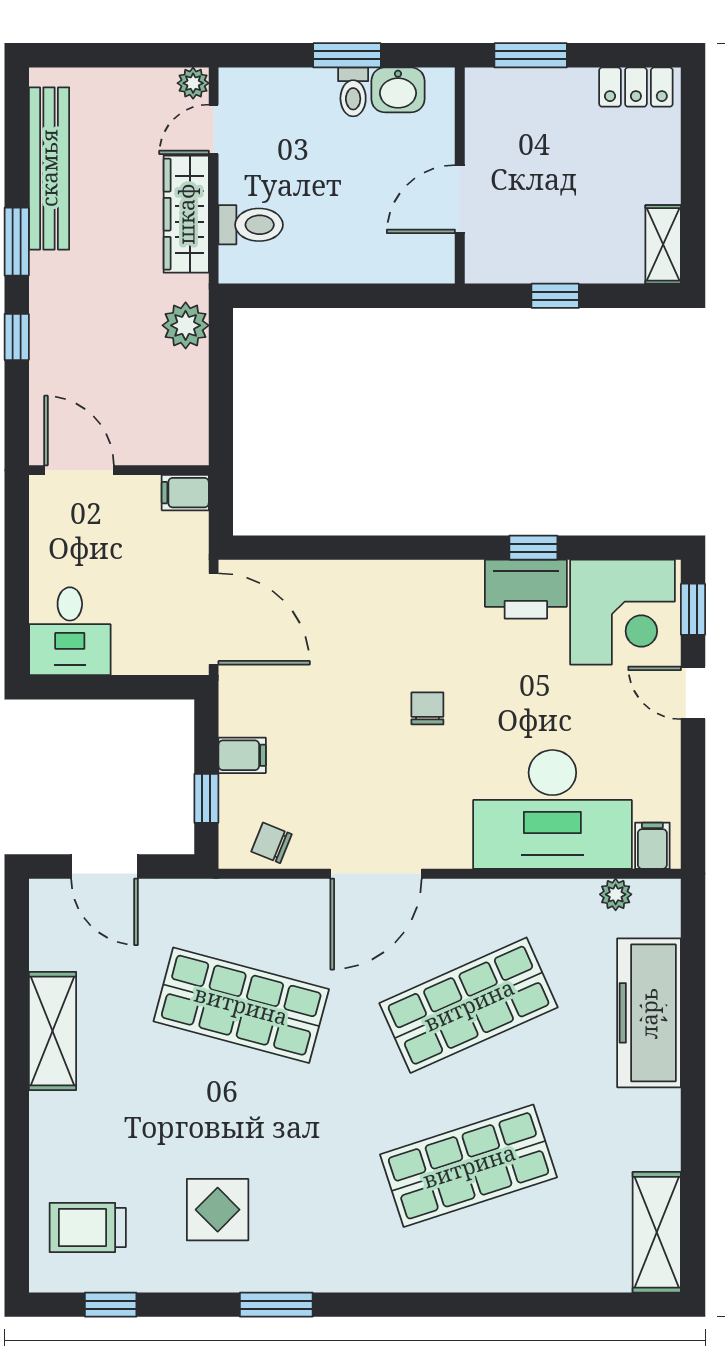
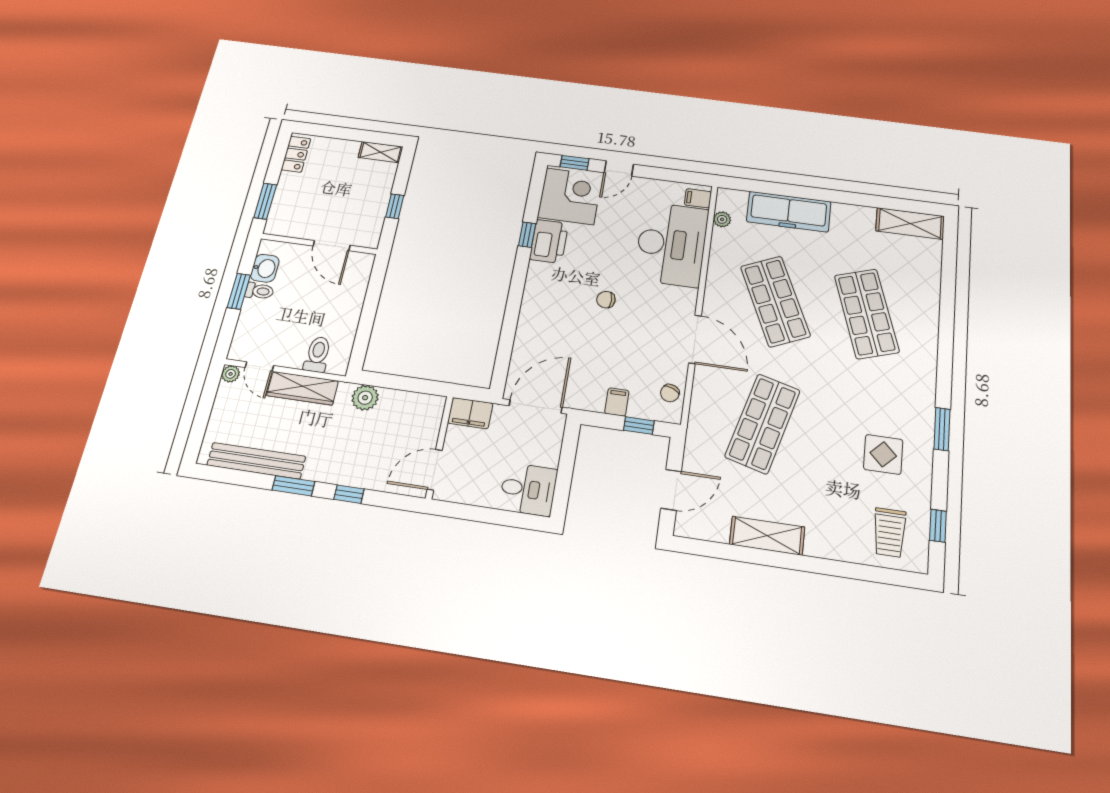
filing cabinet: (185, 493) -> (470, 413), width x2.00

